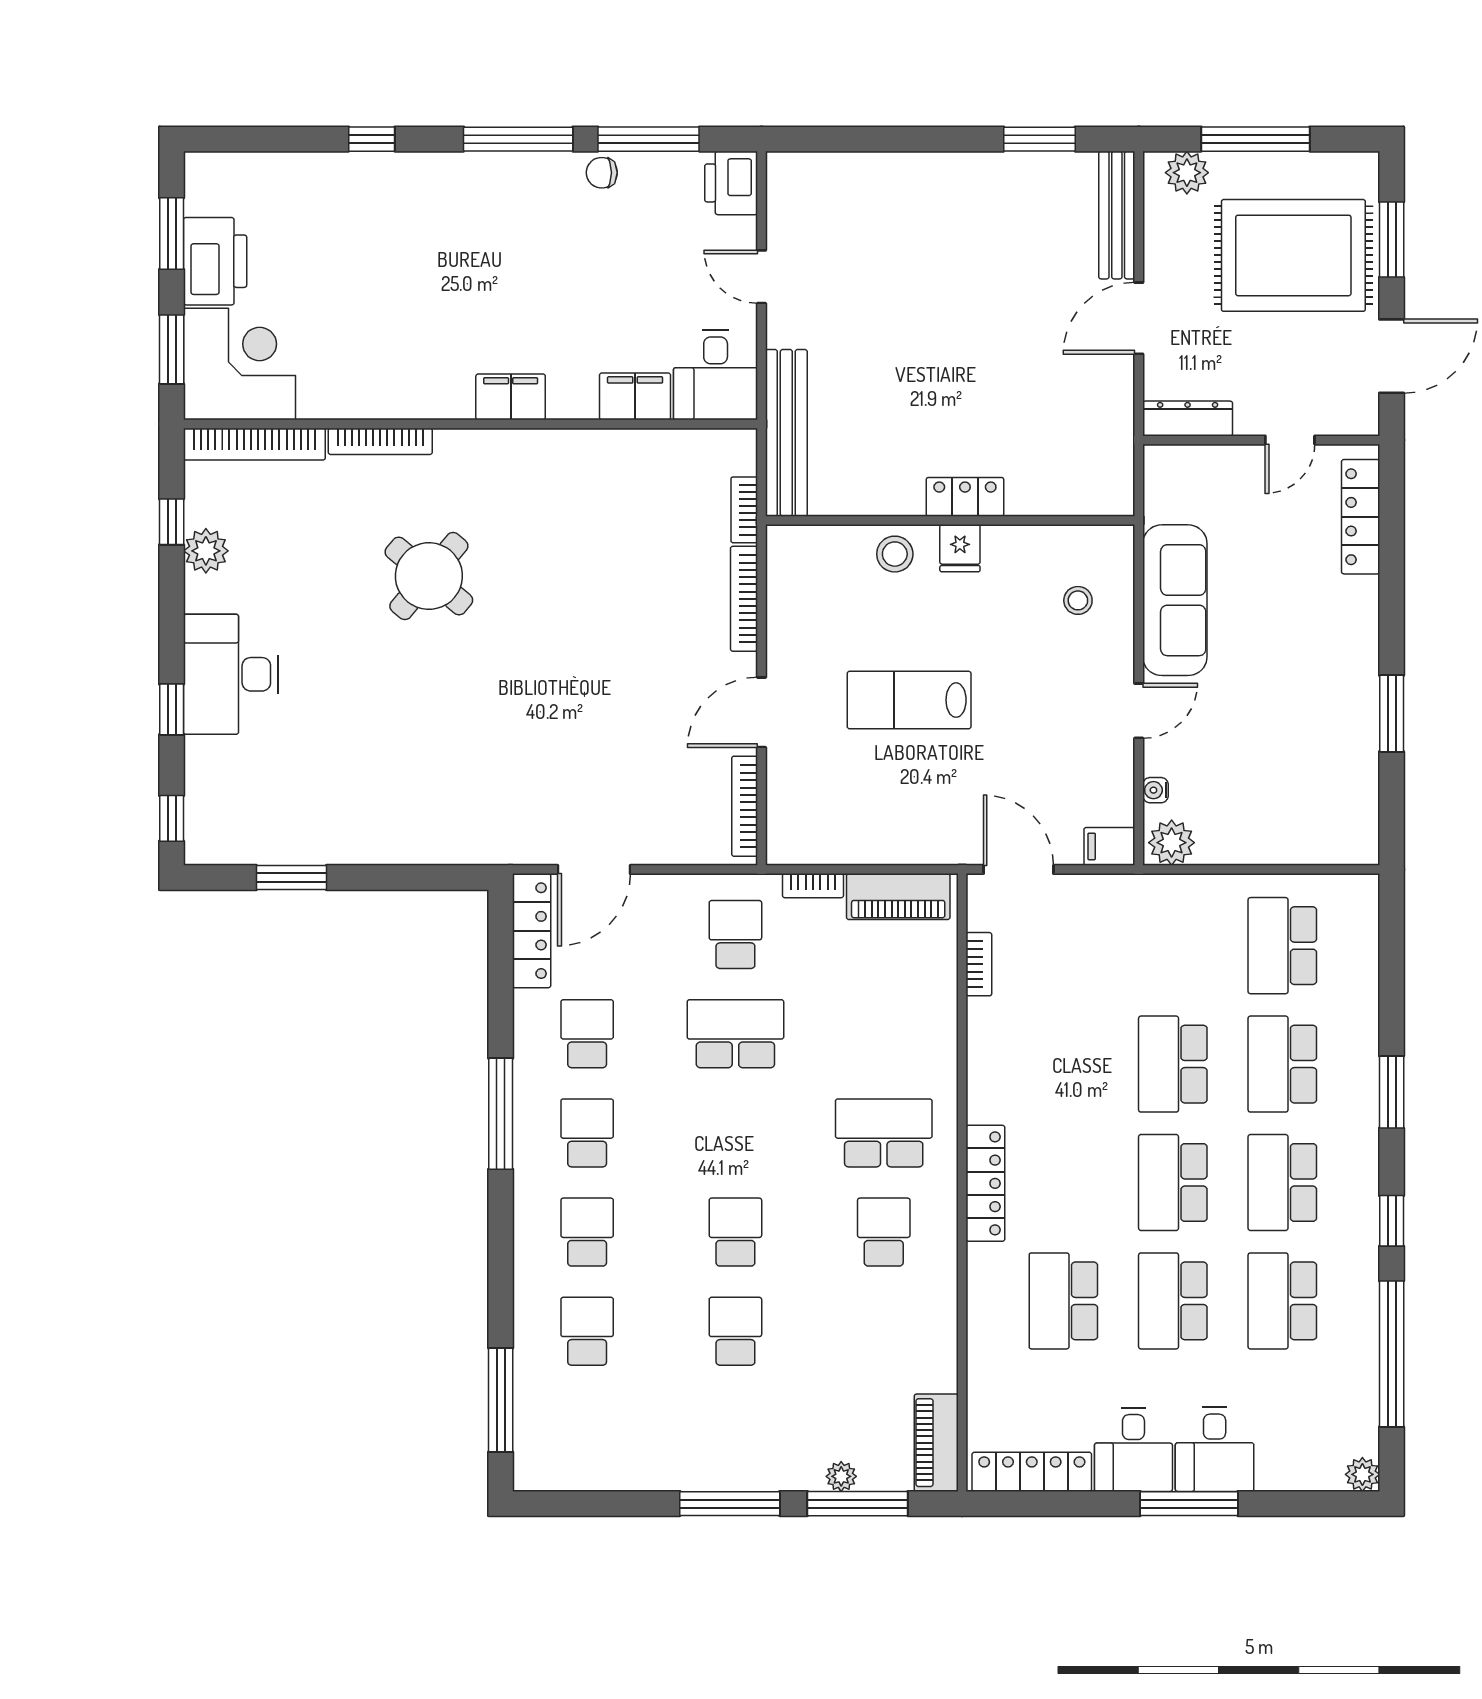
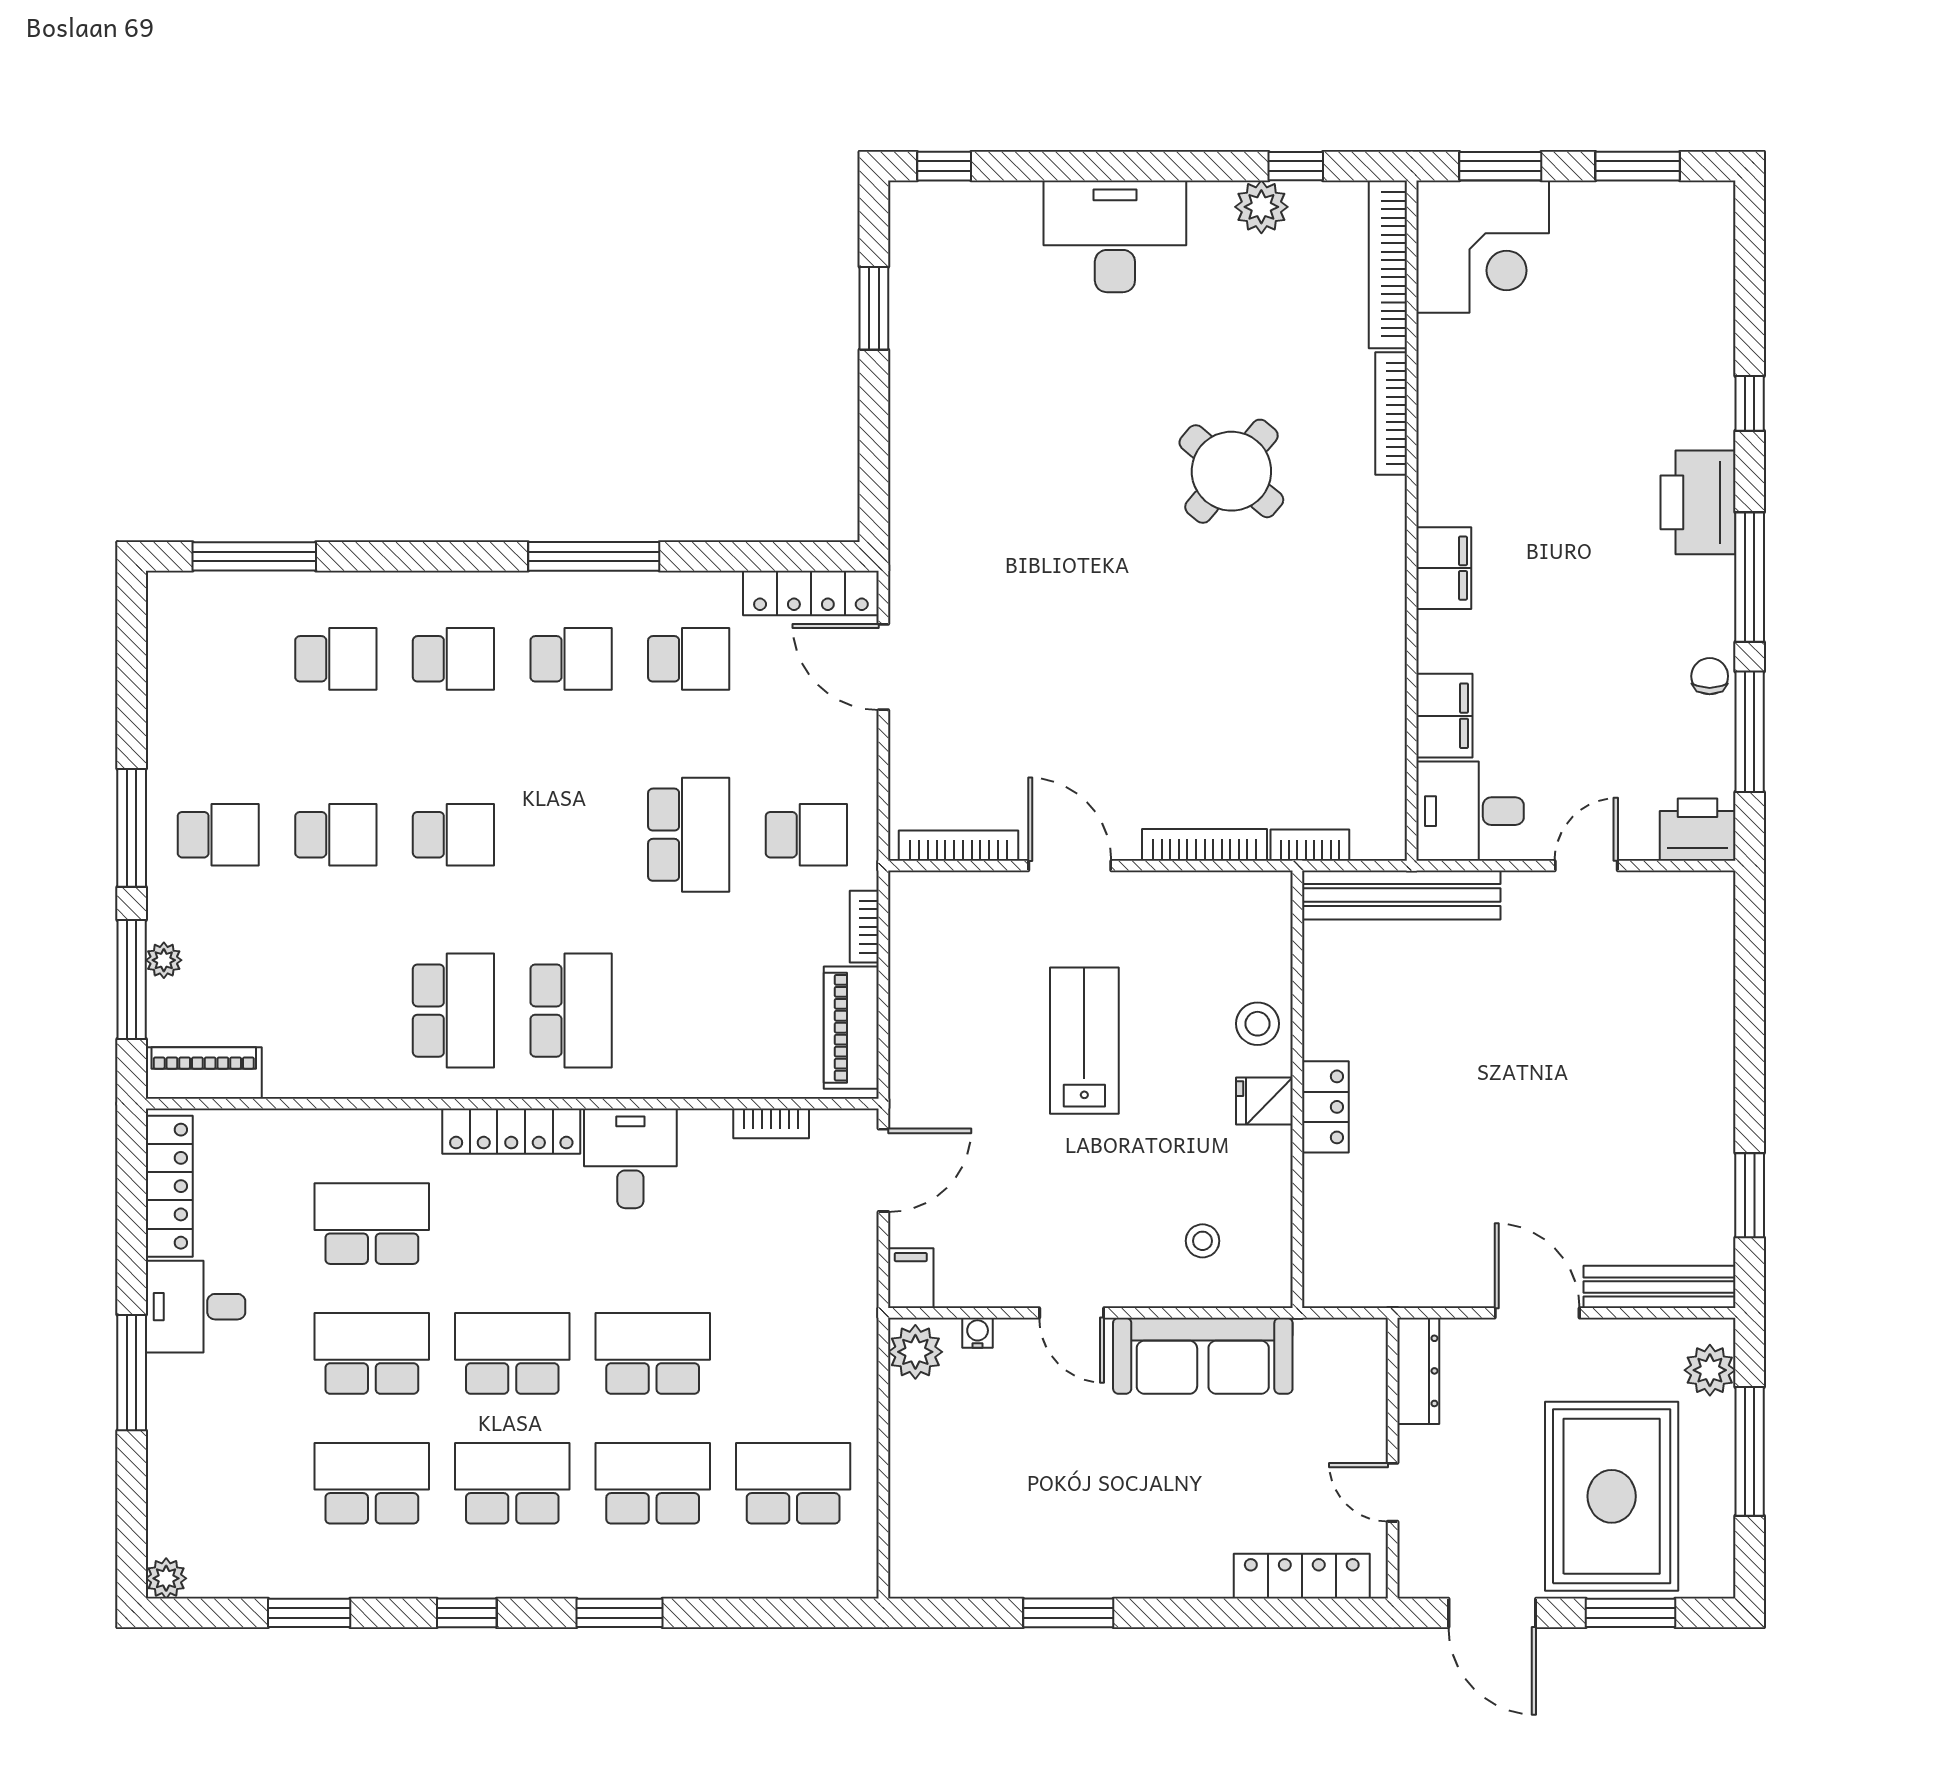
printer: (215, 261) -> (1698, 502), moved, turned 90
window: (172, 709) -> (1073, 166), removed
school desk: (884, 1232) -> (453, 1011), width x1.85
window: (1392, 1354) -> (309, 1613), width x0.47
school desk: (735, 1430) -> (218, 835), added
desk: (1215, 1449) -> (630, 1158), moved, turned 90

